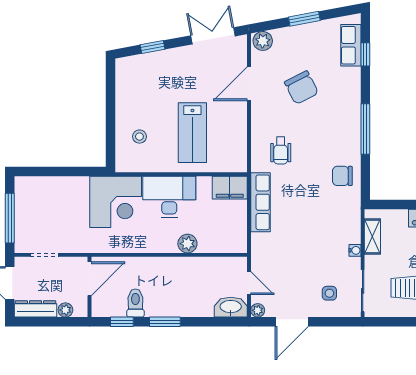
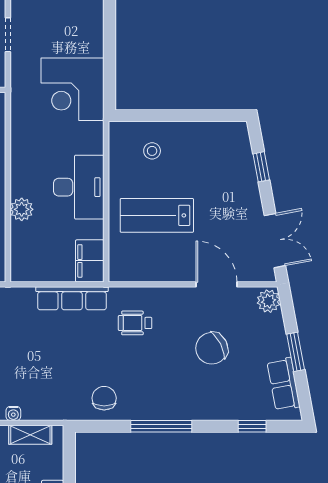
row of seats: (351, 45) -> (283, 384), moved, turned -101
corner desk: (116, 202) -> (73, 89), moved

